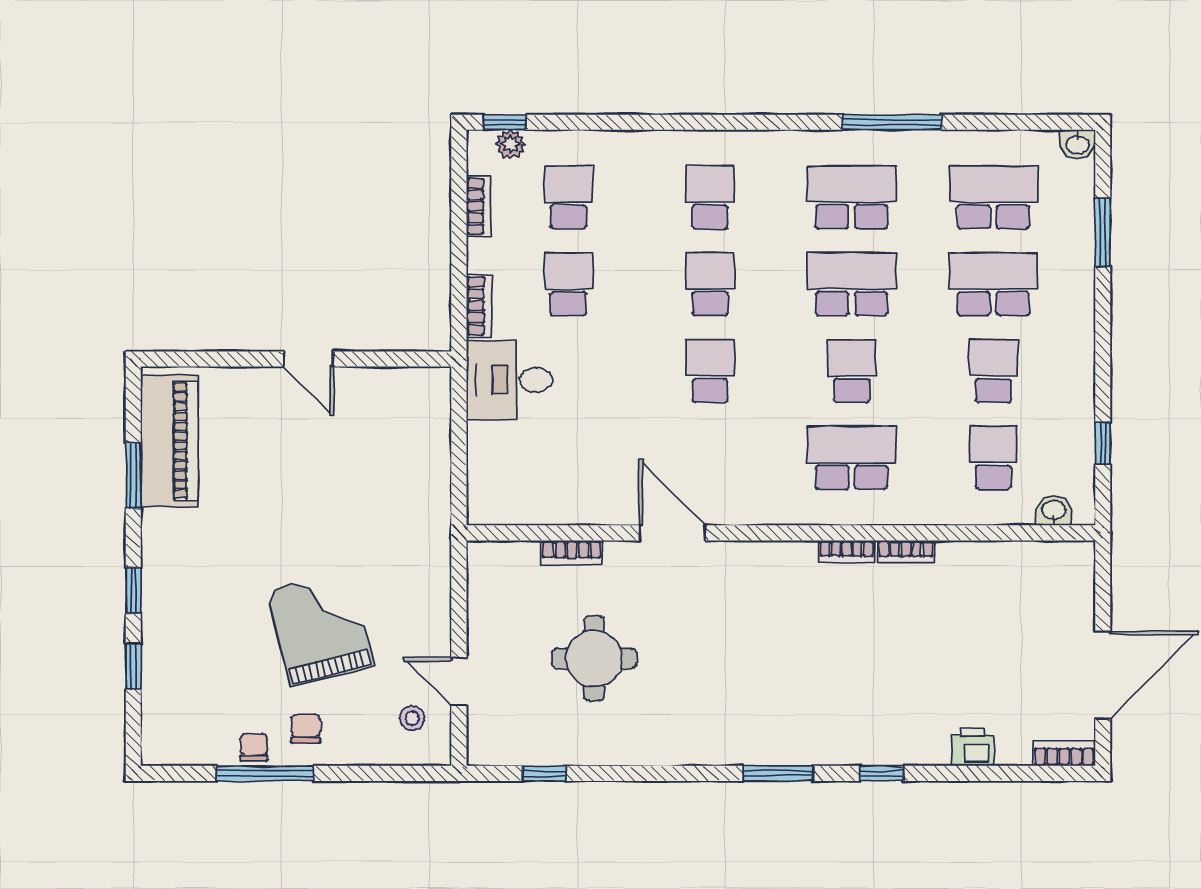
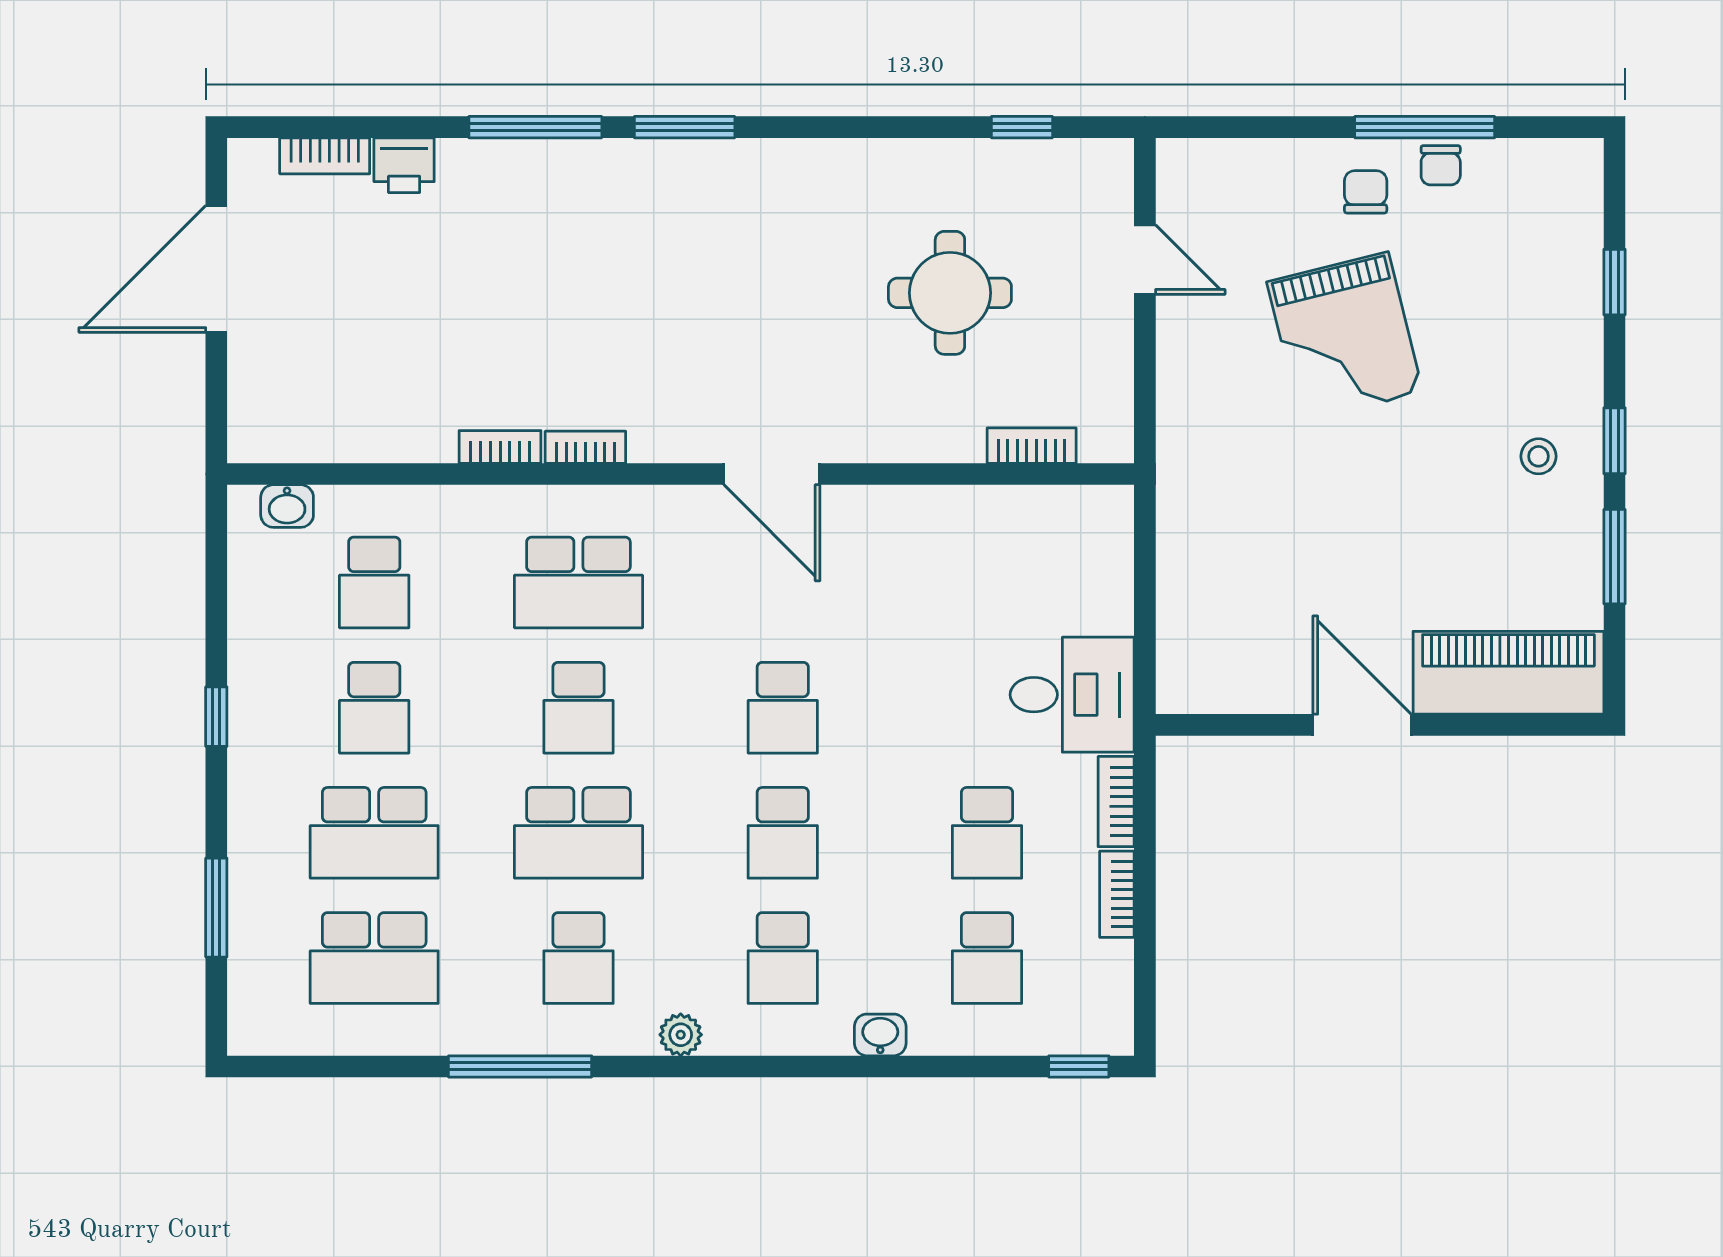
plant: (511, 144) -> (681, 1035), moved
washbasin: (1077, 144) -> (880, 1035), moved
school desk: (852, 197) -> (578, 958), width x0.54
bookcase: (478, 206) -> (1117, 894), moved
door: (308, 359) -> (1362, 725), width x1.38
piano: (169, 441) -> (1508, 673), moved, turned 90
window: (1103, 443) -> (216, 717), moved
door: (672, 533) -> (772, 474), moved
bookcase: (572, 553) -> (1032, 446), moved
window: (133, 590) -> (1615, 441), moved
stool: (412, 718) -> (1539, 456), moved
chair: (306, 729) -> (1366, 192), turned 180
bookcase: (1064, 754) -> (325, 156), moved
window: (882, 773) -> (535, 127), width x2.17

